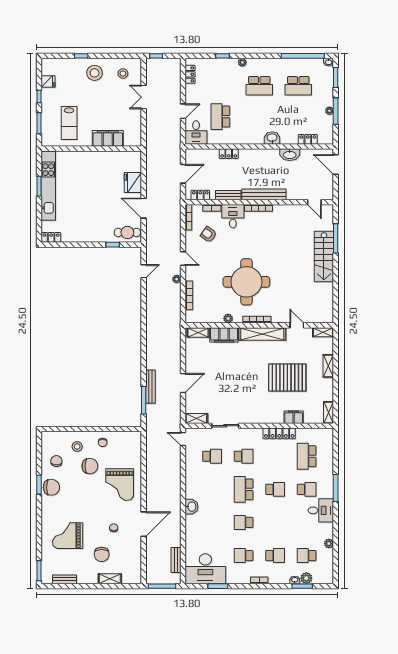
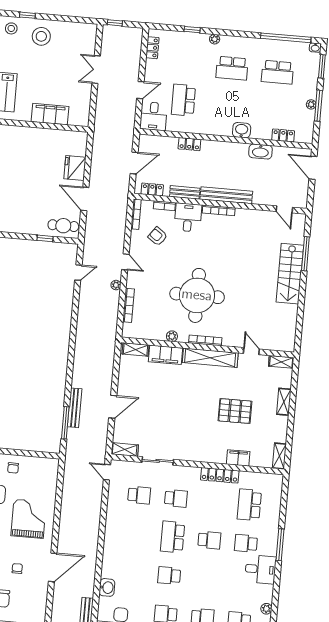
stool: (123, 74) -> (11, 28), moved
pallet: (287, 377) -> (235, 411), width x0.73, depth x0.71
grand piano: (120, 485) -> (29, 519), turned 180
school desk: (307, 489) -> (246, 543), turned 180
washbasin: (191, 507) -> (107, 587), moved

